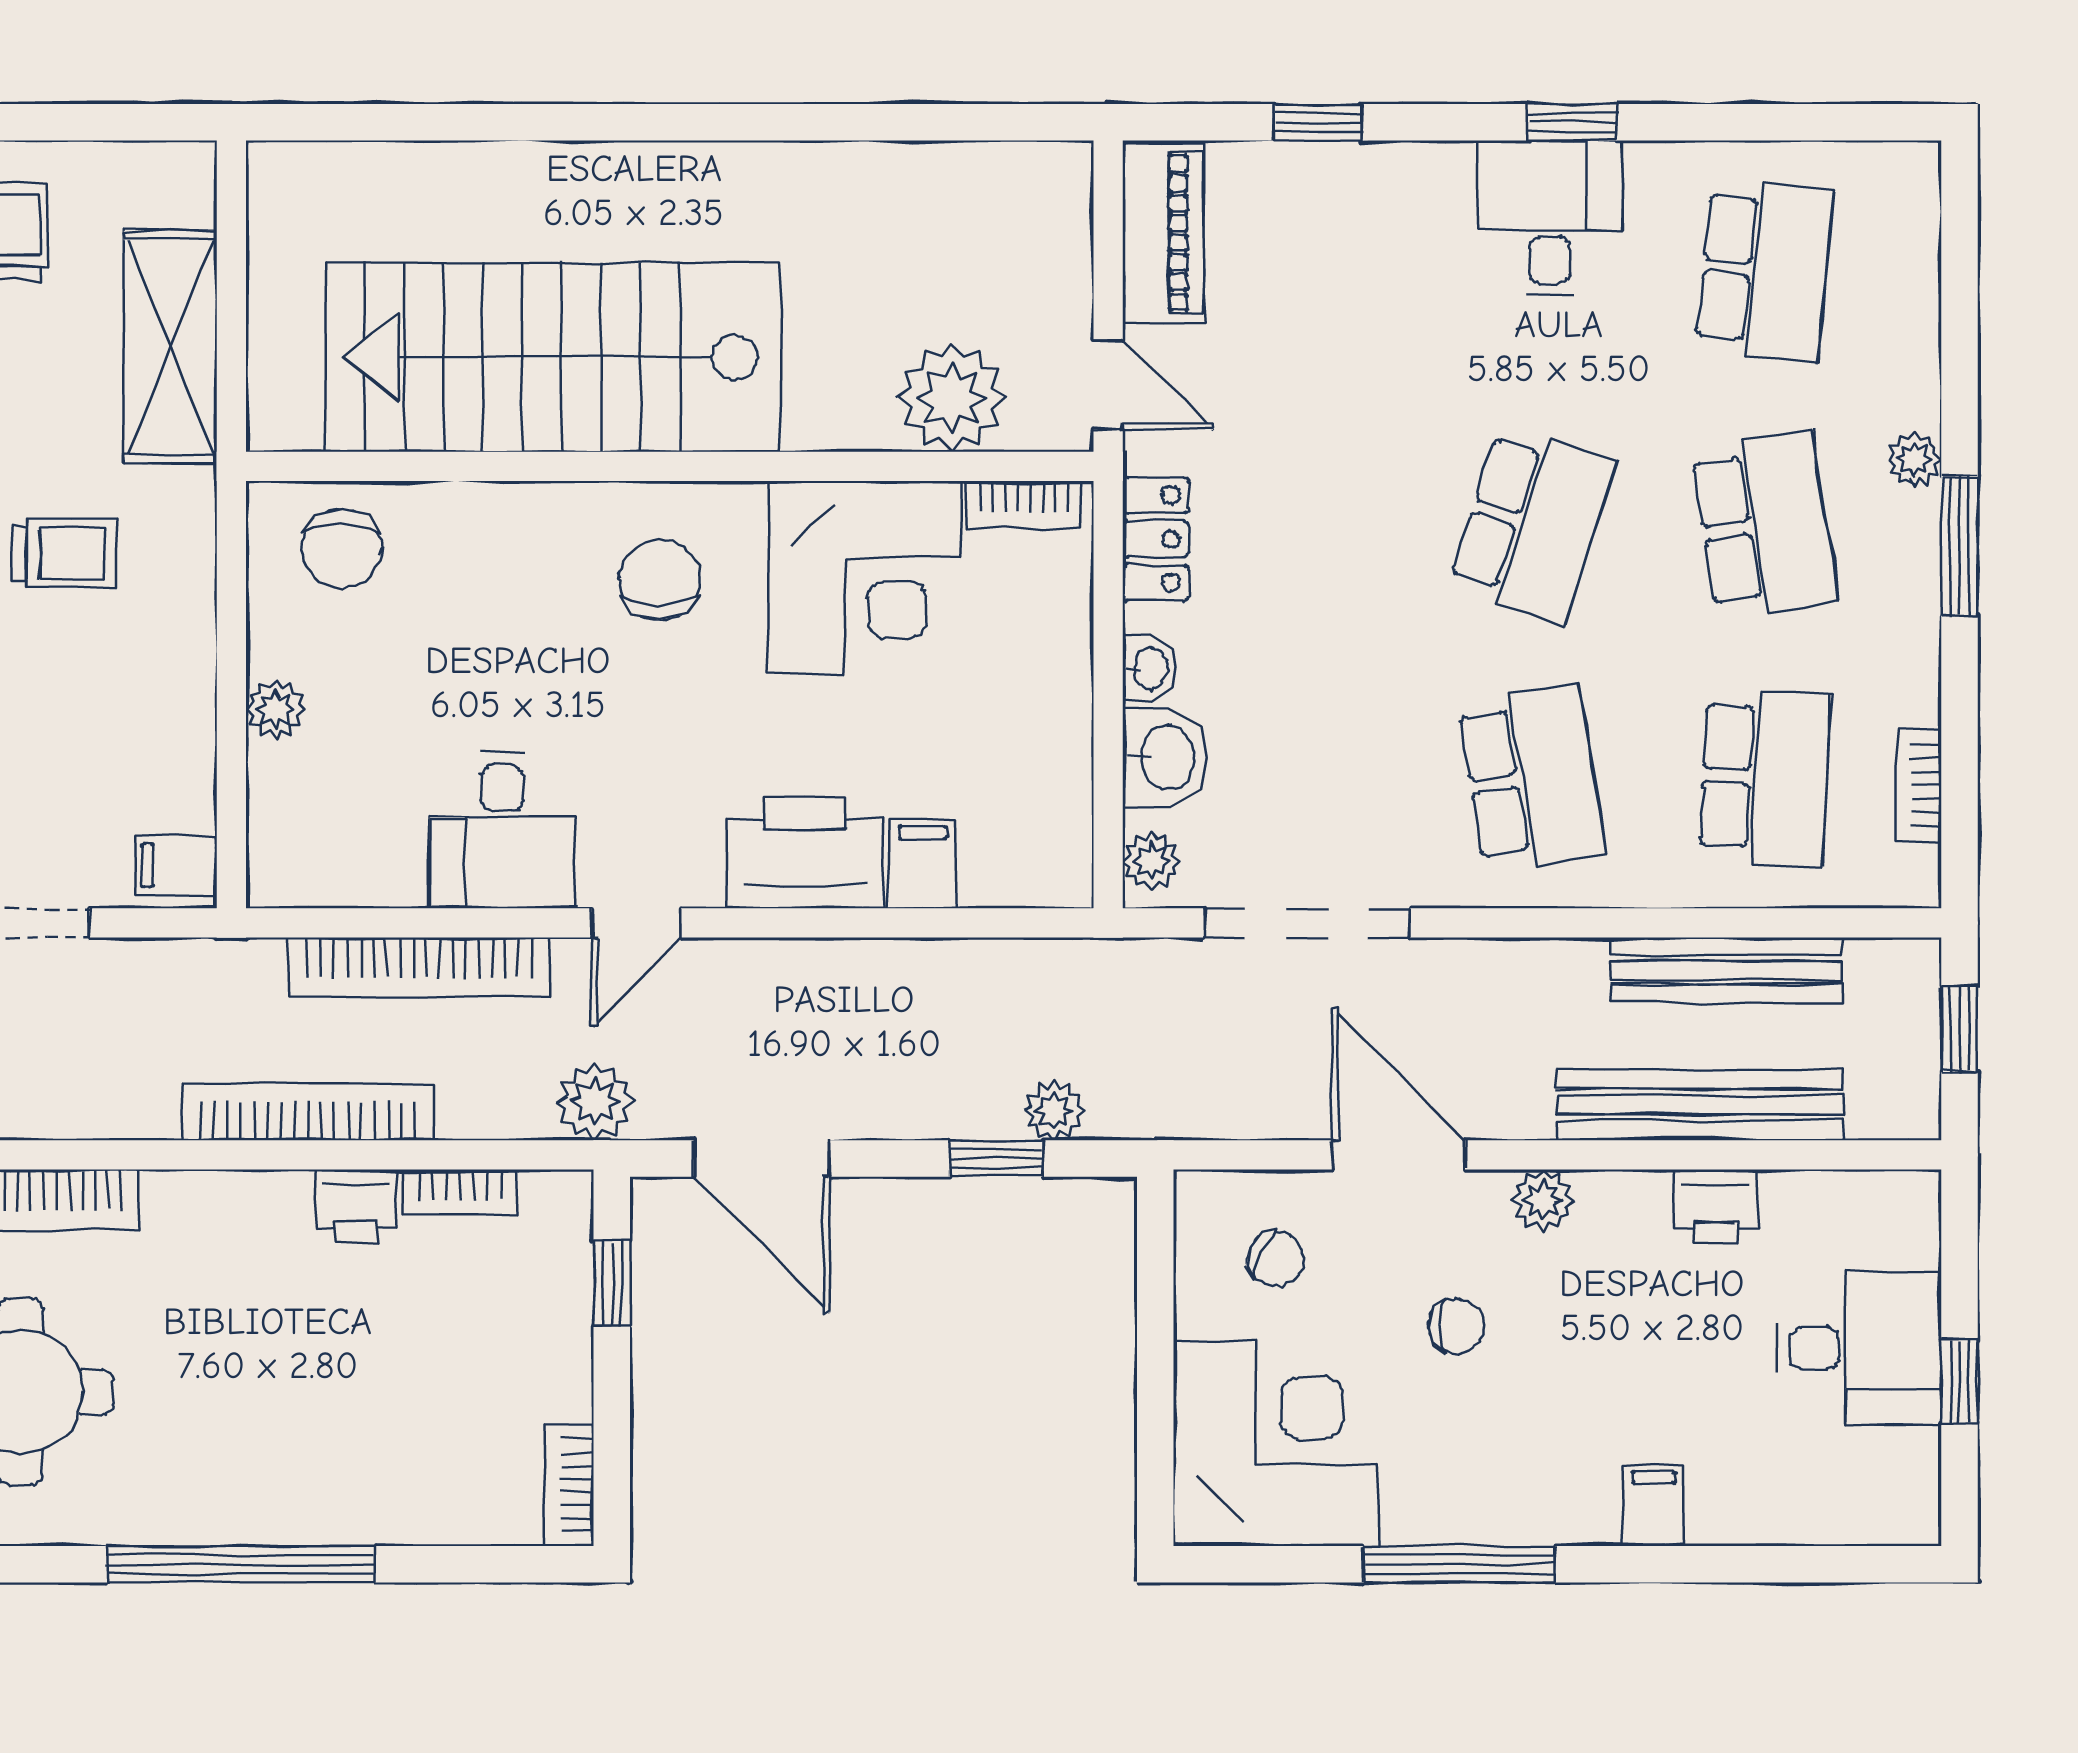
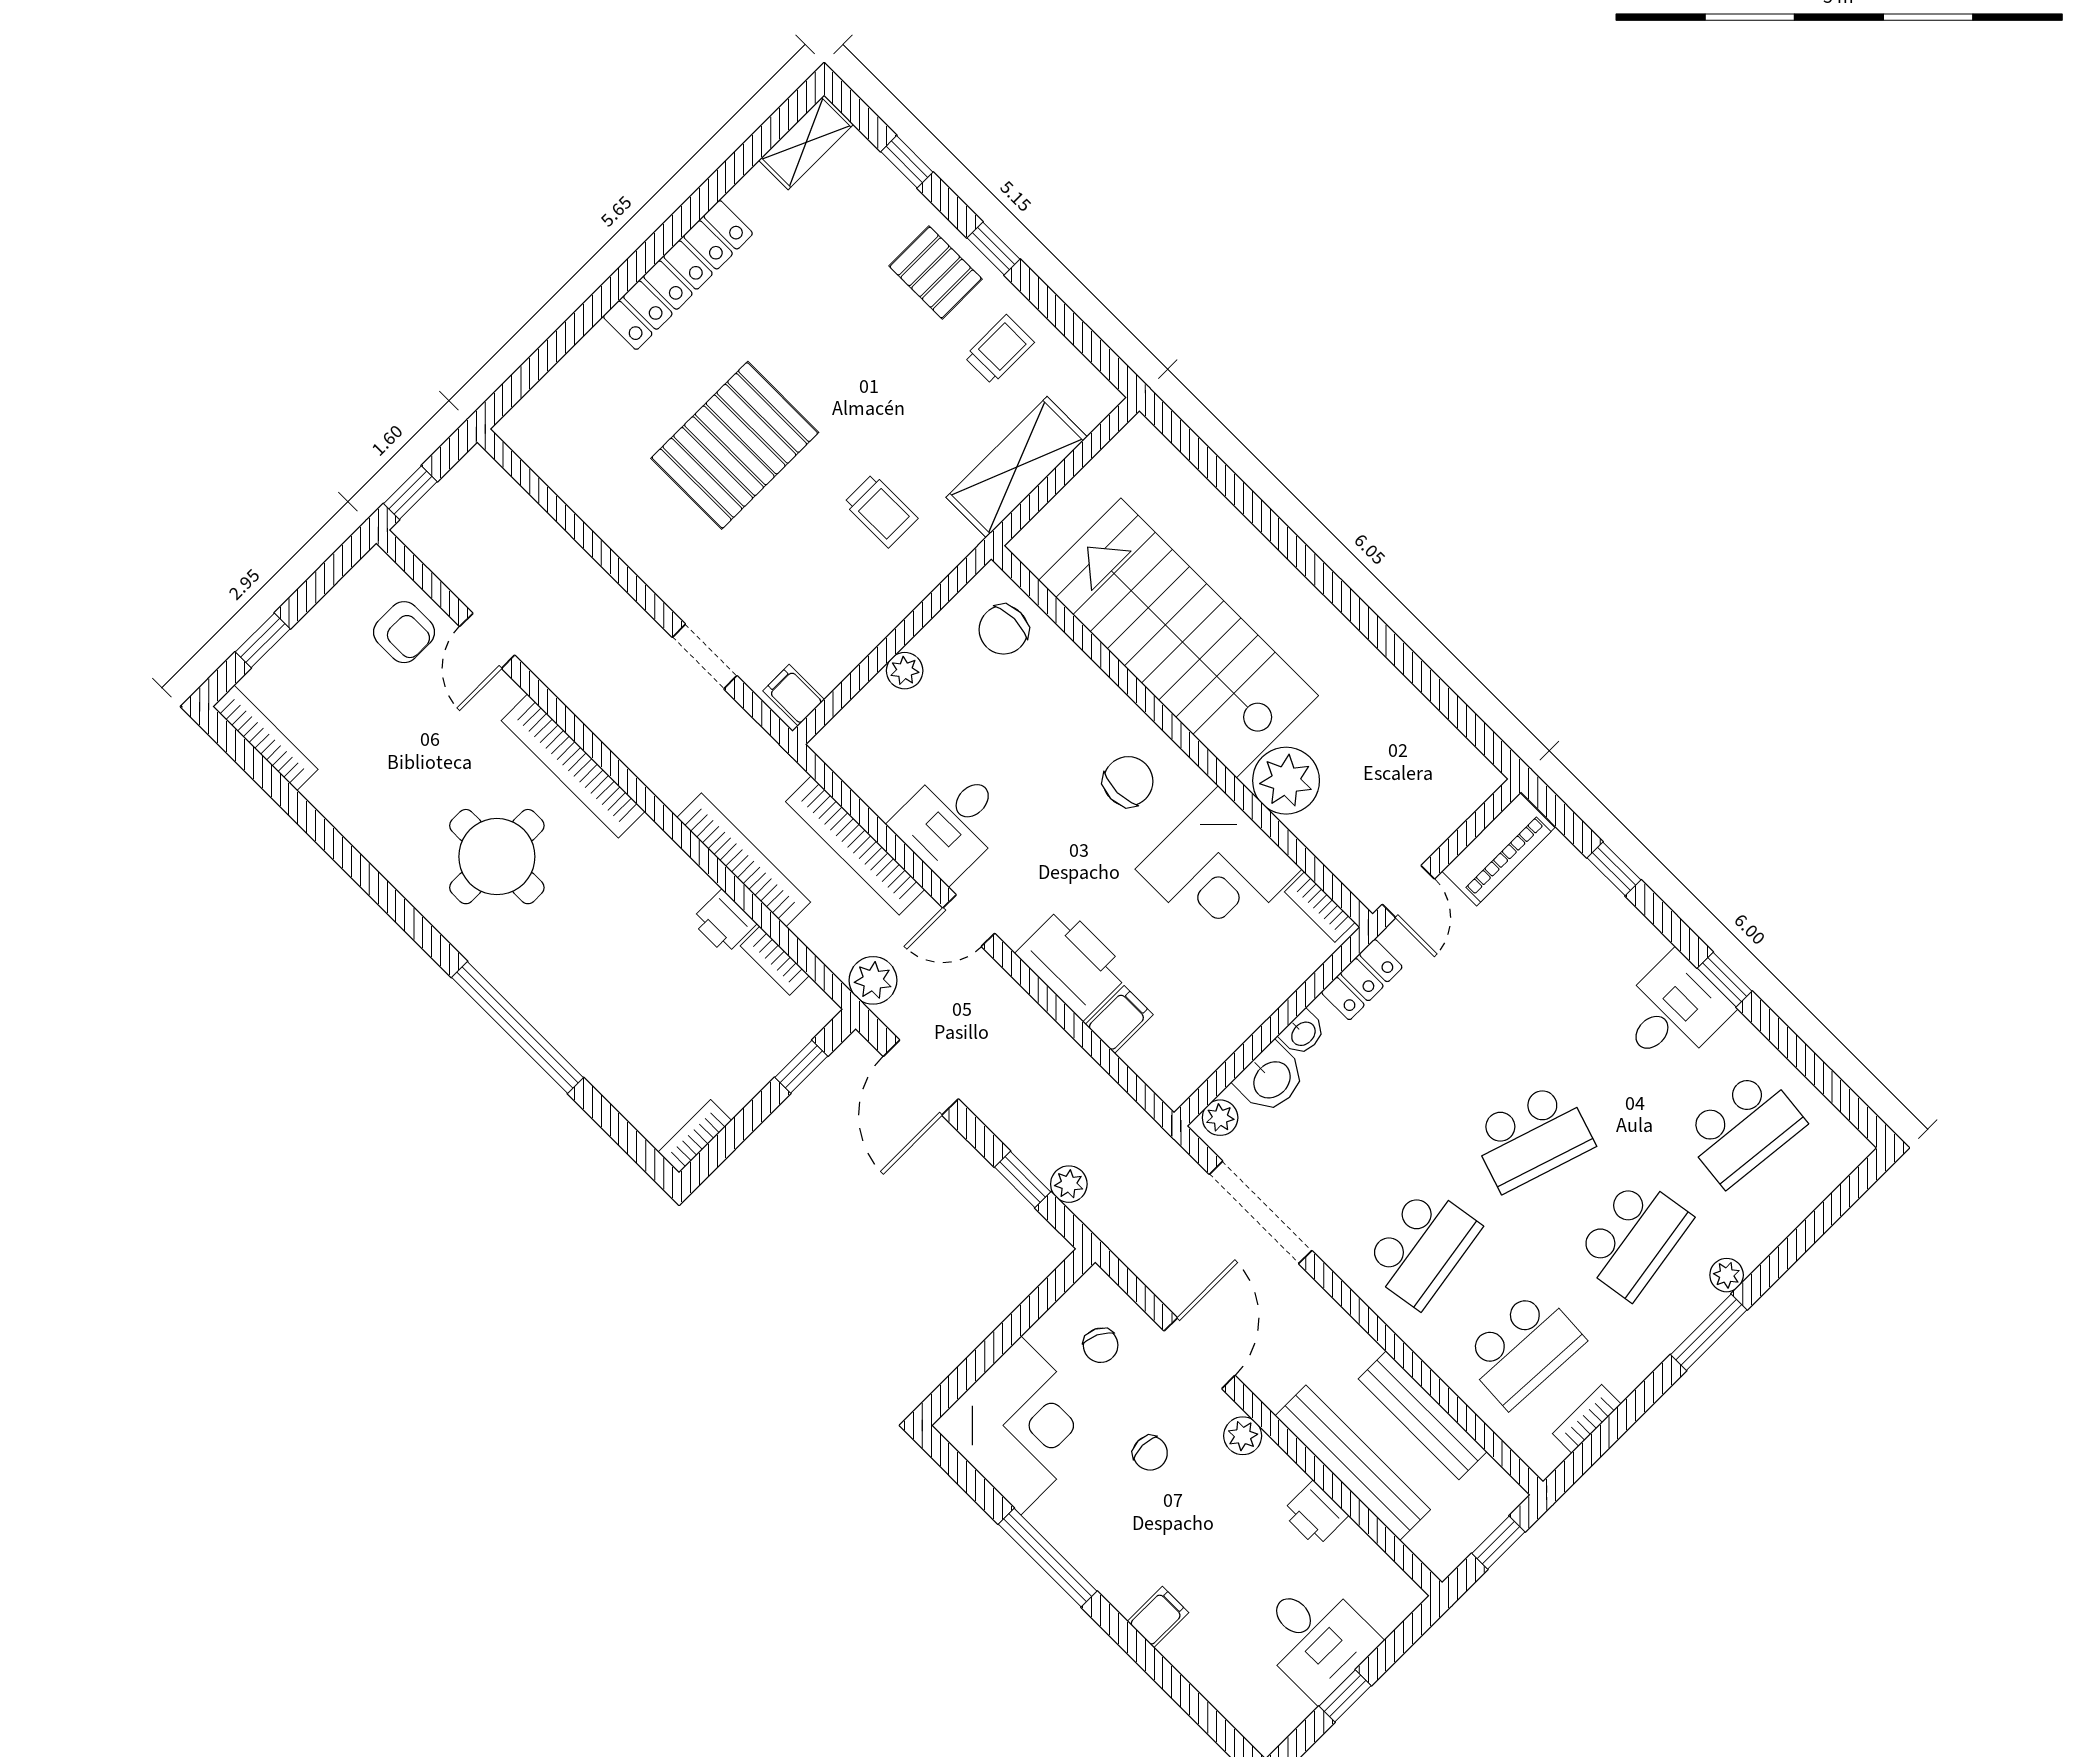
plant: (952, 398) -> (1286, 781), moved

